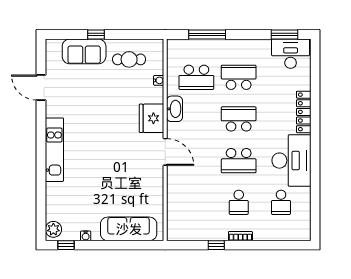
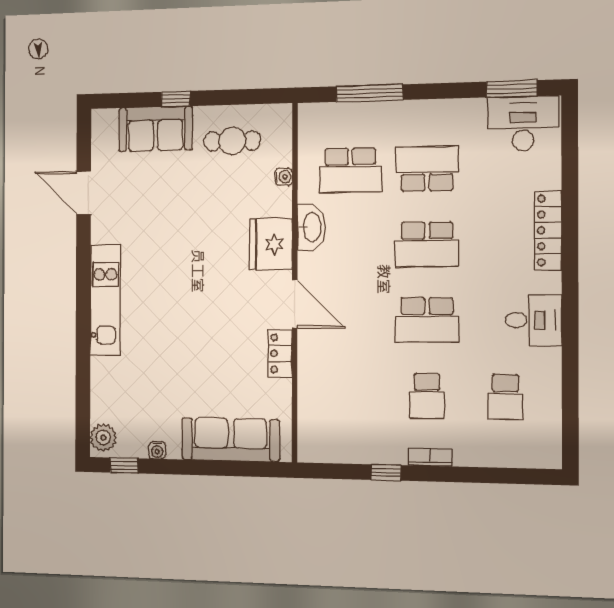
school desk: (239, 119) -> (427, 244), turned 180
desk: (291, 161) -> (533, 320), width x0.53, depth x0.77
locker: (157, 180) -> (280, 353), added

